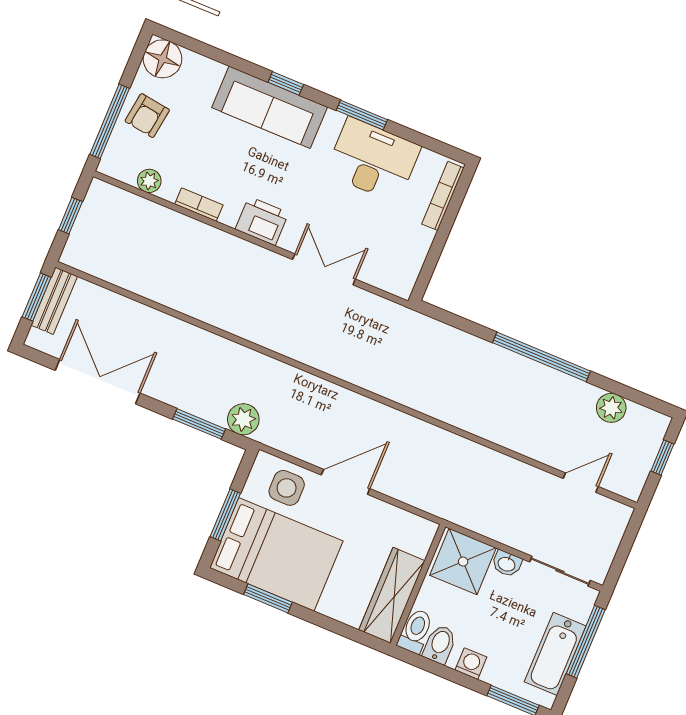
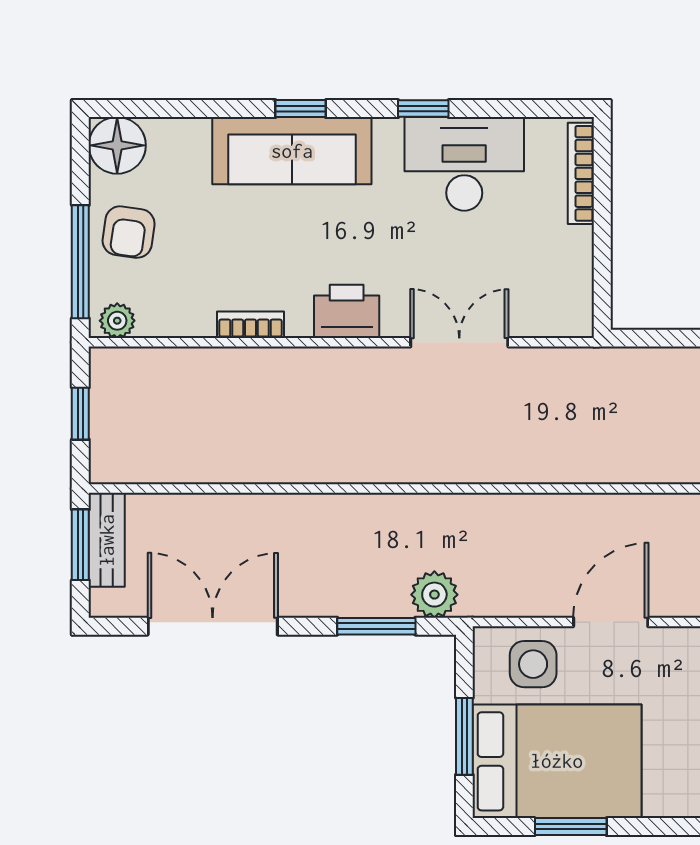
window: (362, 115) -> (423, 109), width x0.67
plant: (149, 181) -> (117, 321), moved

